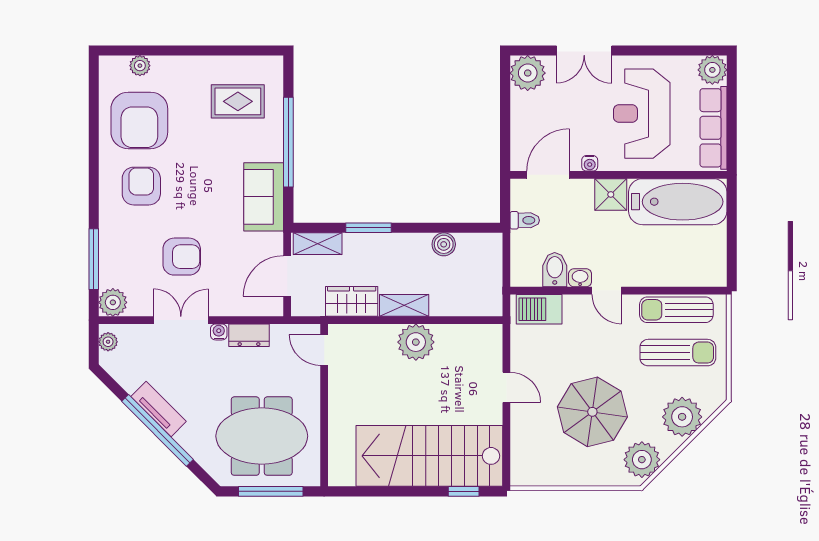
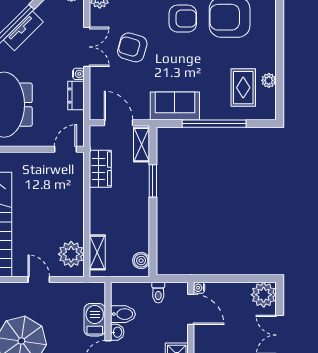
plant: (140, 66) -> (269, 80), moved
water cooler: (590, 163) -> (199, 288), moved
boiler: (444, 244) -> (141, 261), moved
armchair: (182, 257) -> (132, 47), turned 106
shelving: (404, 305) -> (97, 252), moved
barbecue: (539, 309) -> (95, 320), moved
plant: (416, 342) -> (71, 254), moved
door: (506, 387) -> (39, 280), swing flipped

